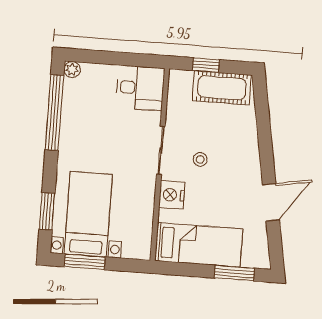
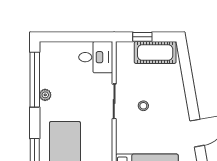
plant: (72, 69) -> (45, 95), moved
nightstand: (172, 195) -> (125, 133), removed

